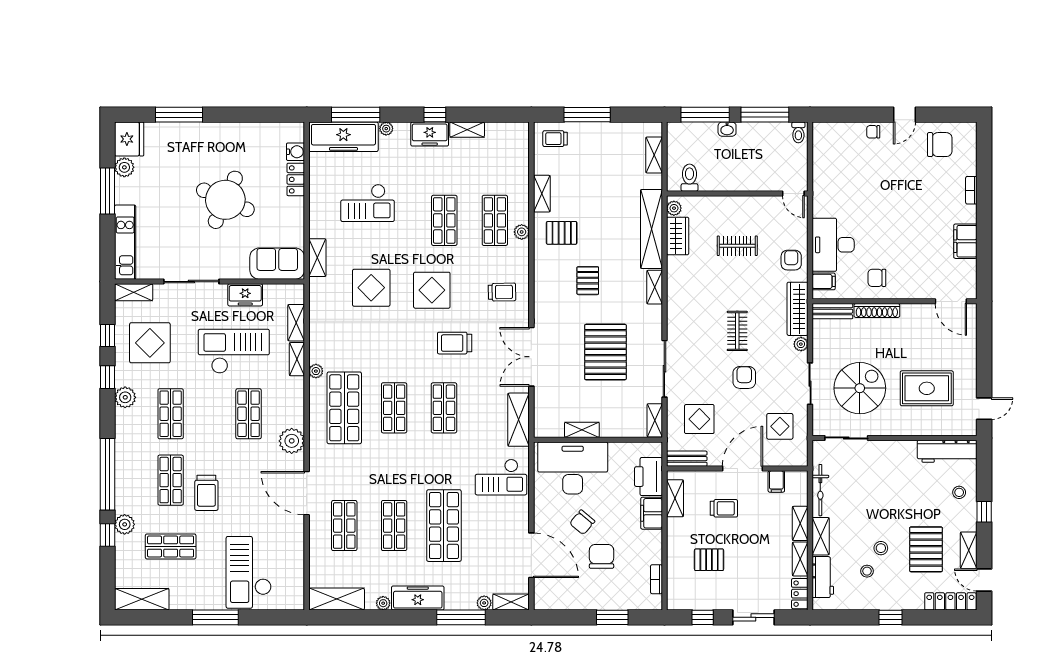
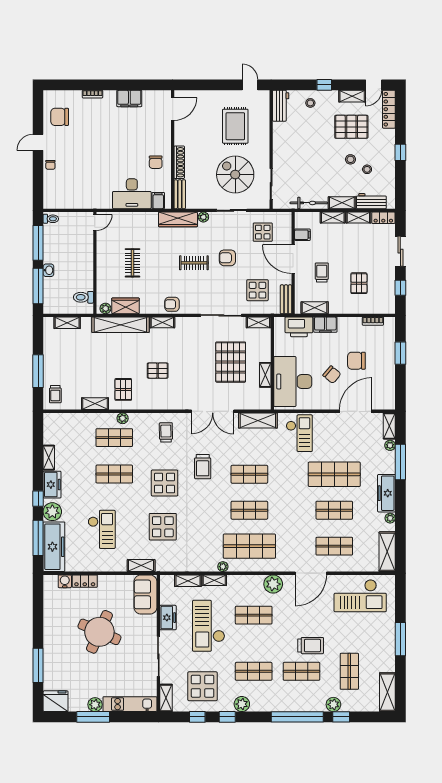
window: (435, 115) -> (38, 499), moved
door: (904, 115) -> (38, 142), swing flipped
plant: (386, 129) -> (52, 512), width x1.87, depth x1.87
chair: (940, 145) -> (60, 117), turned -90
plant: (124, 167) -> (95, 705), moved
armchair: (791, 260) -> (172, 304), moved
pallet: (605, 352) -> (231, 362), moved, turned 90
workbench: (947, 451) -> (281, 106), width x0.73
checkout: (249, 572) -> (360, 596), moved

